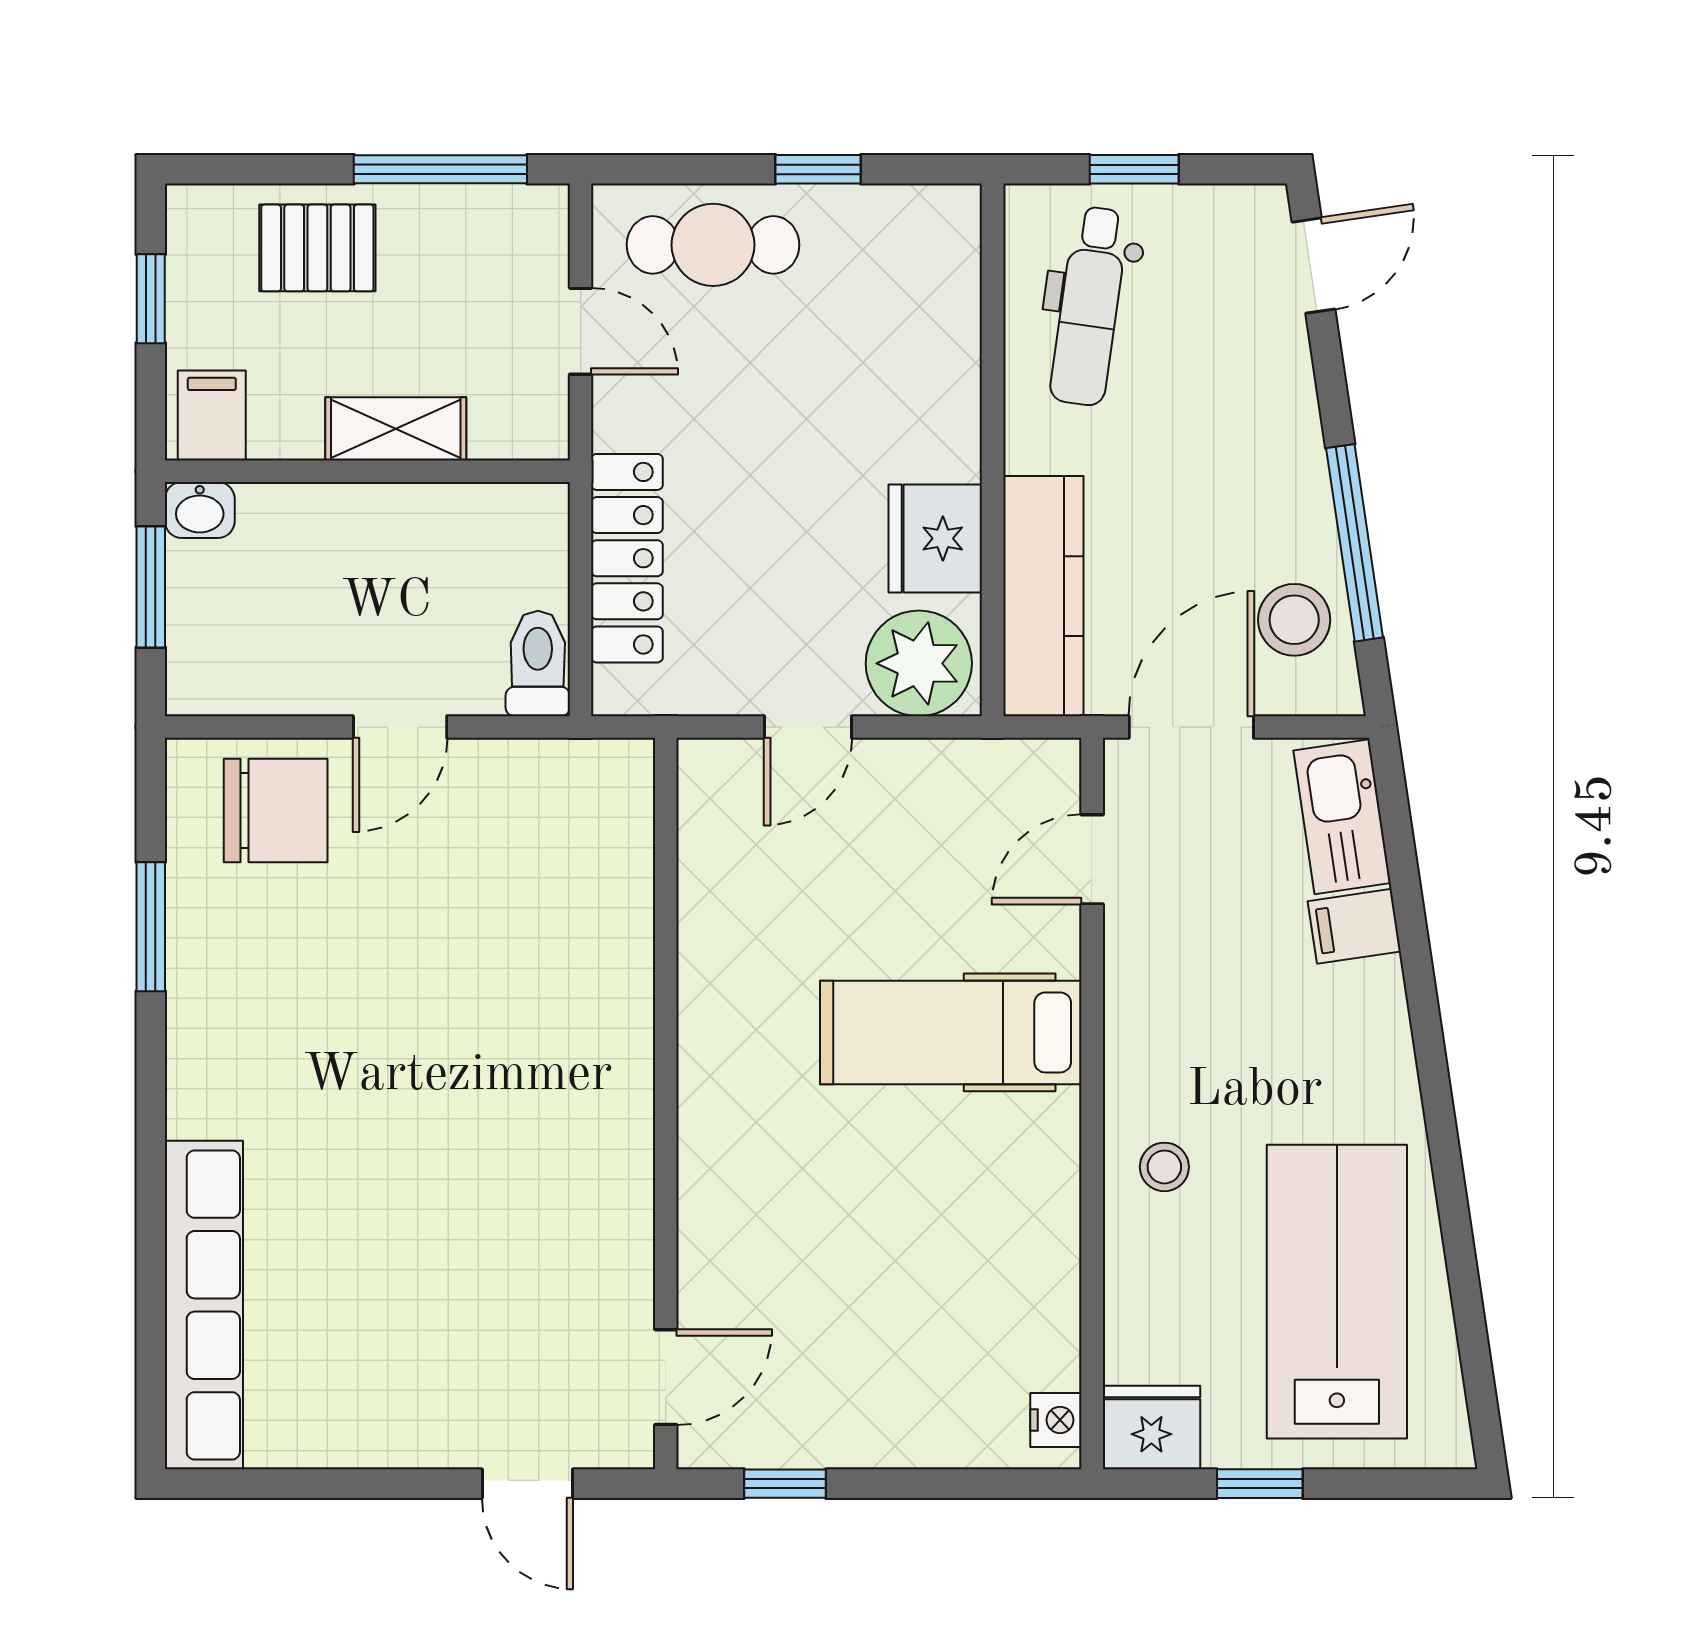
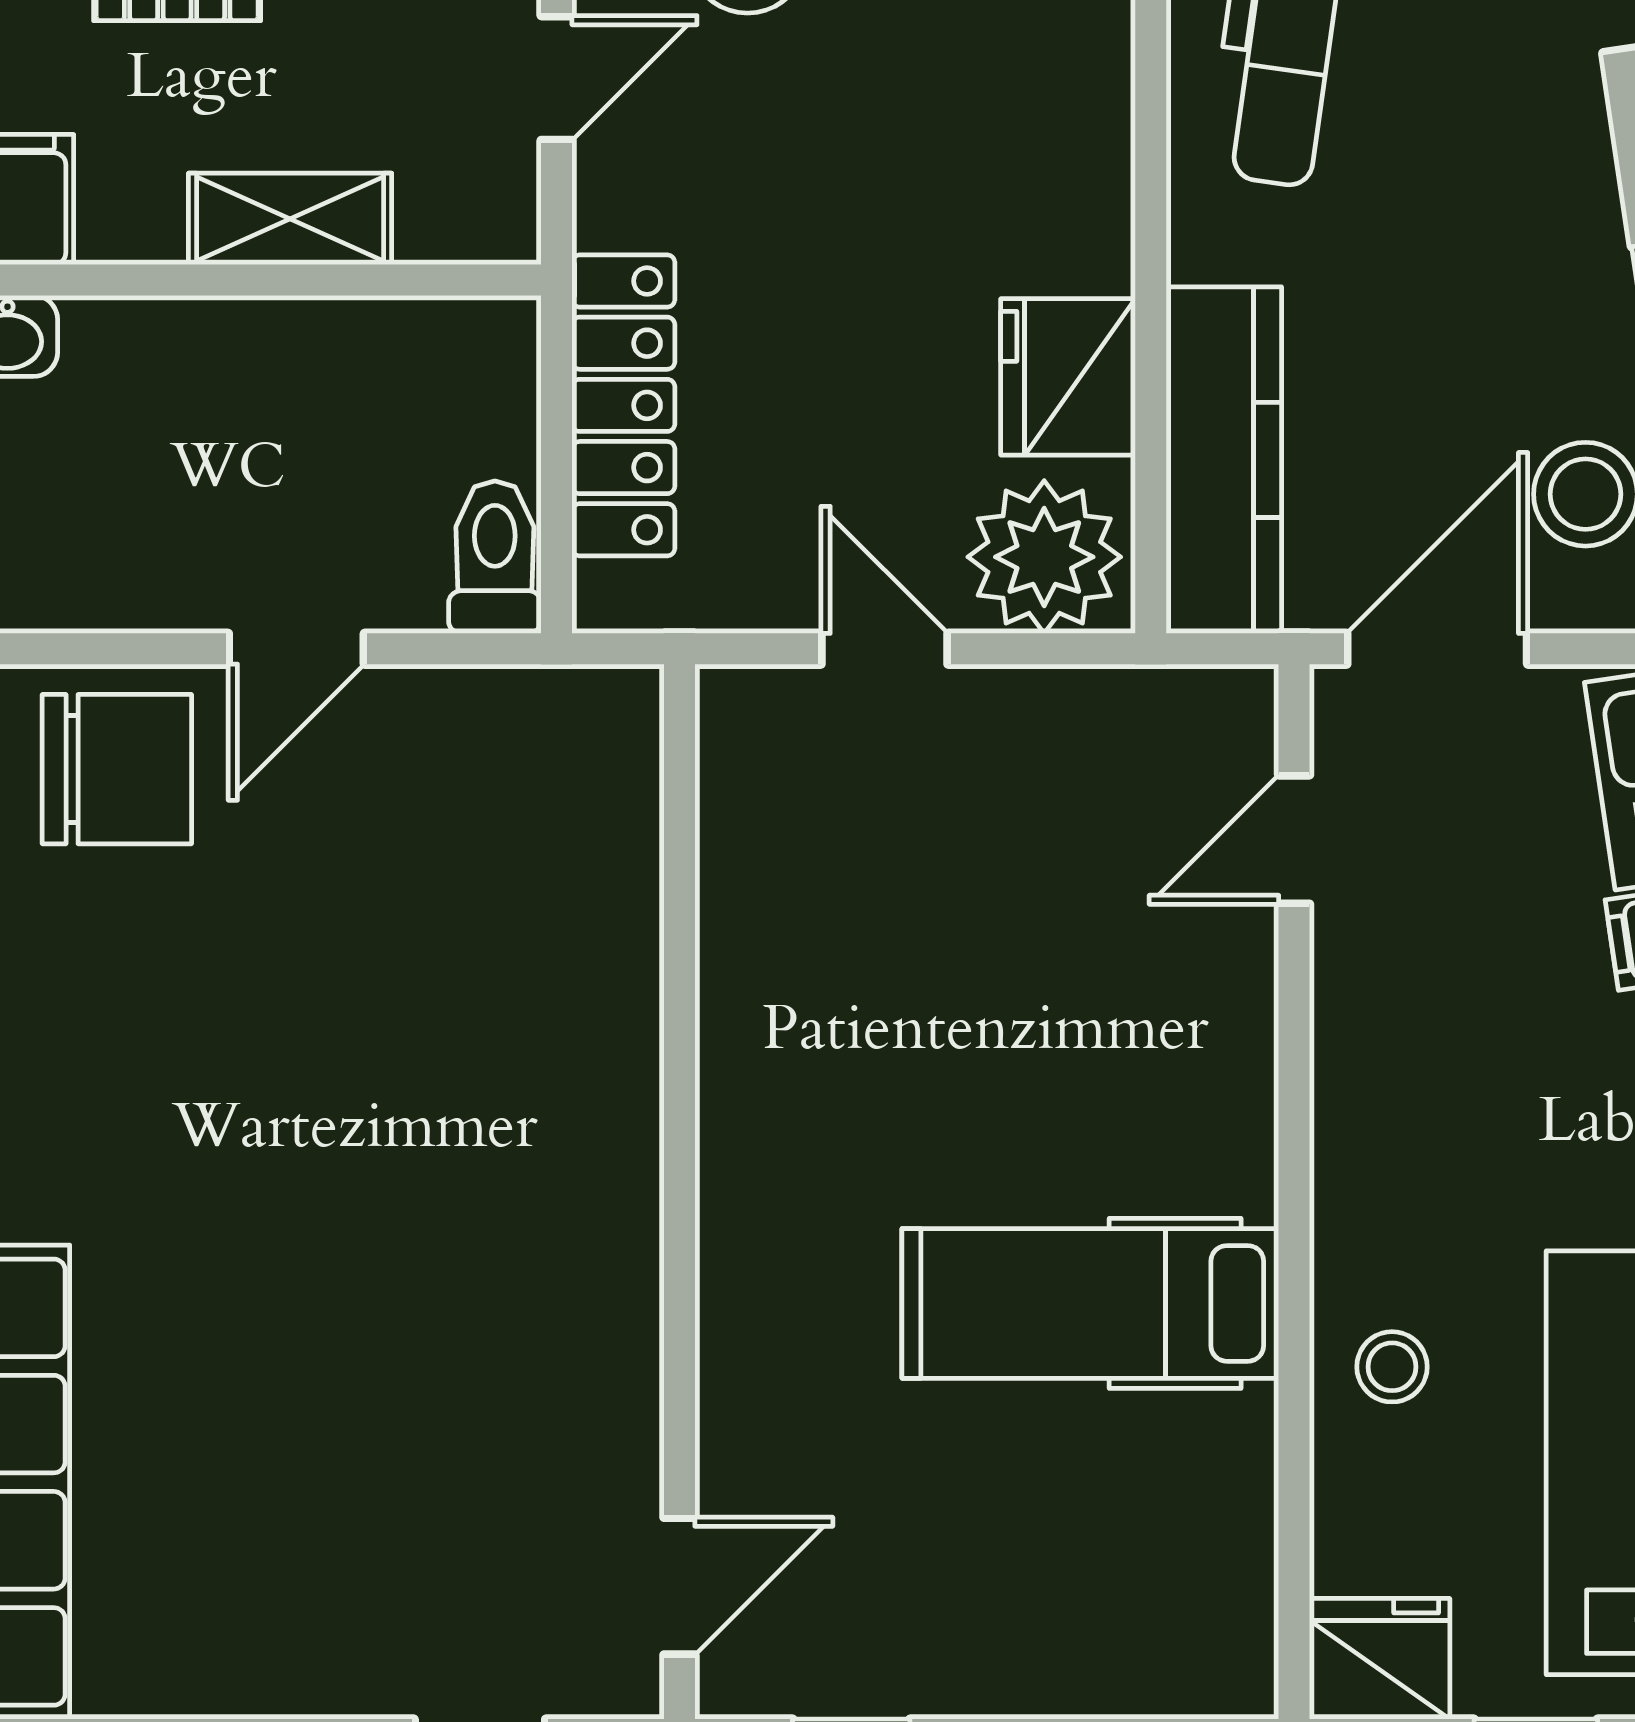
door: (581, 331) -> (557, 78), hinge flipped
door: (808, 727) -> (884, 649), swing flipped
hospital bed: (951, 1032) -> (1090, 1303), moved
stool: (1164, 1167) -> (1392, 1367), moved
nightstand: (1056, 1420) -> (1242, 1648), removed

